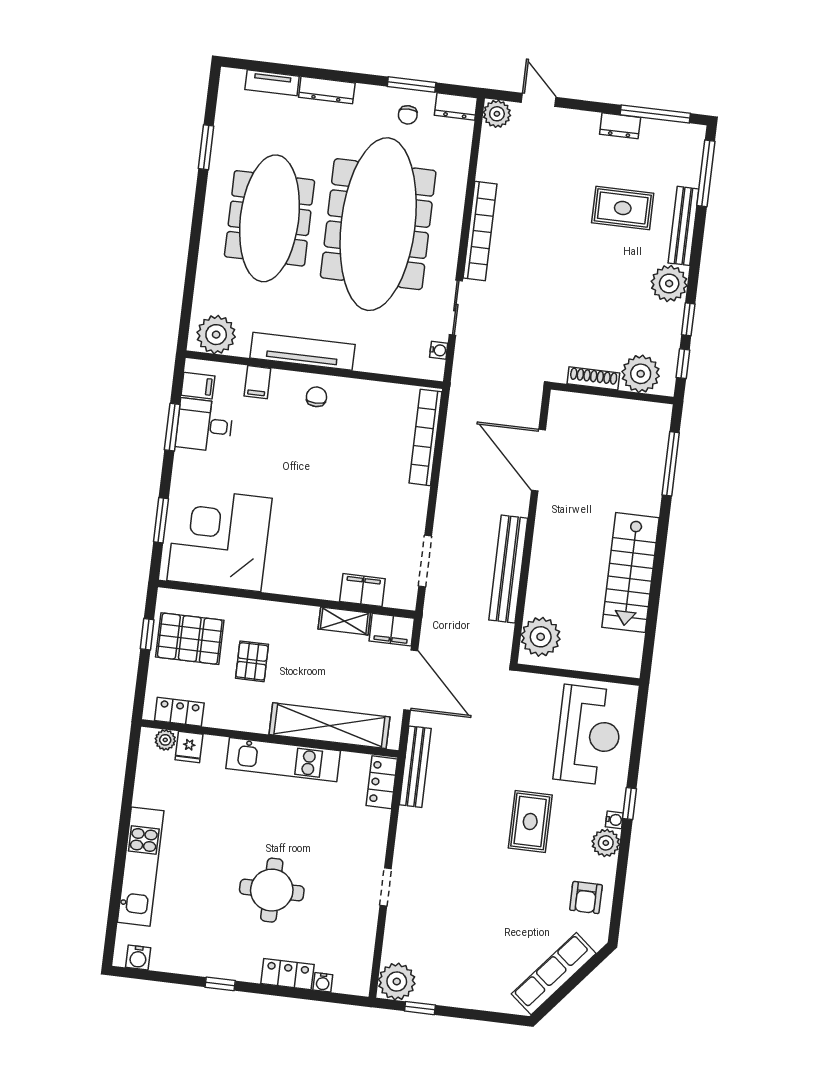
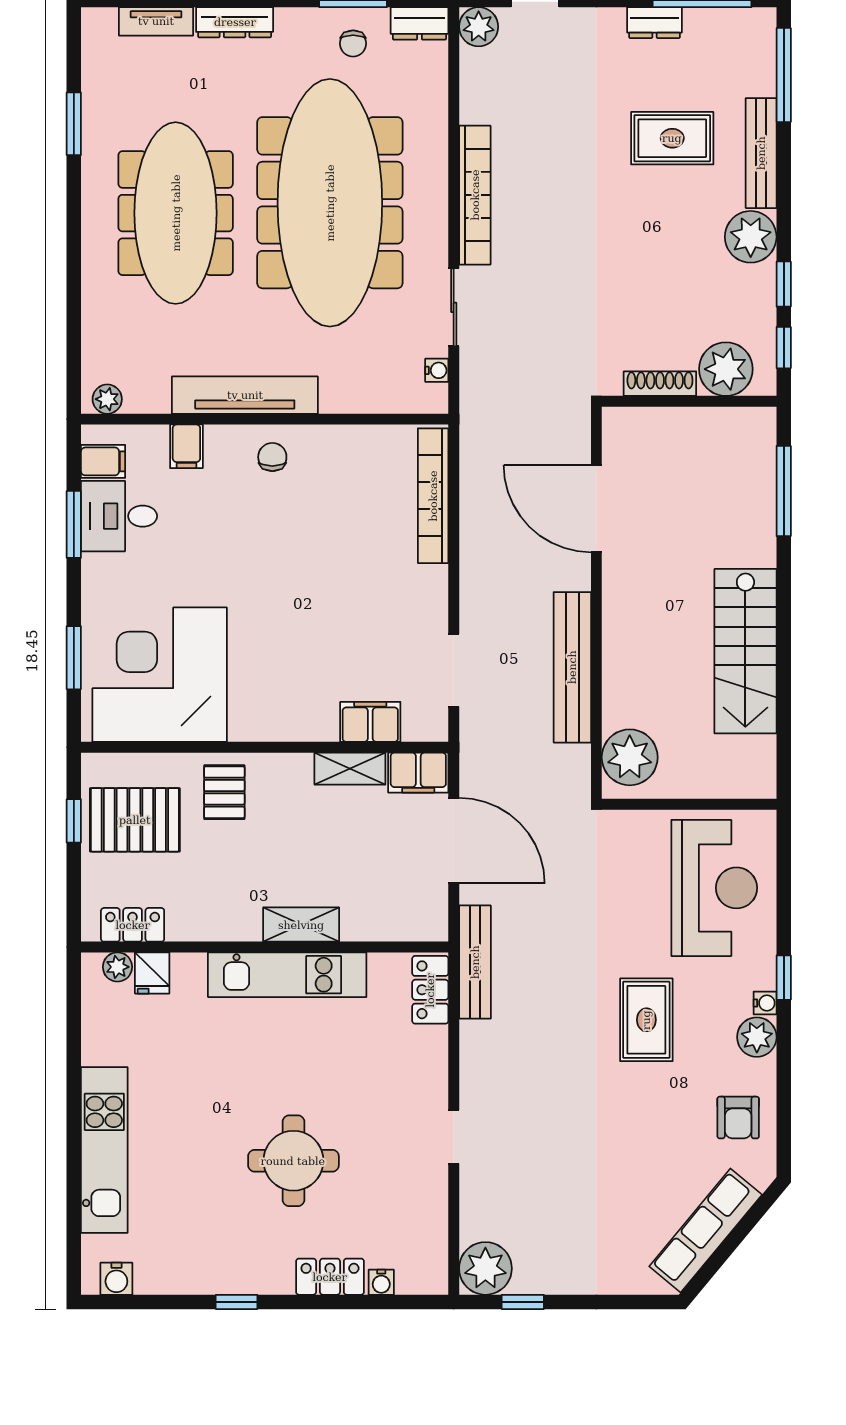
plant: (216, 335) -> (107, 399), width x0.53, depth x0.53
pallet: (252, 661) -> (224, 792), moved
shelving: (329, 726) -> (301, 925), width x0.45, depth x0.75

